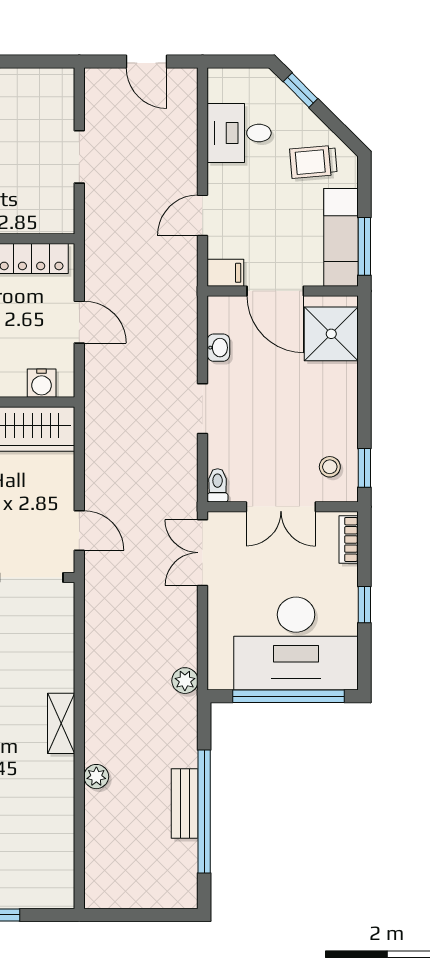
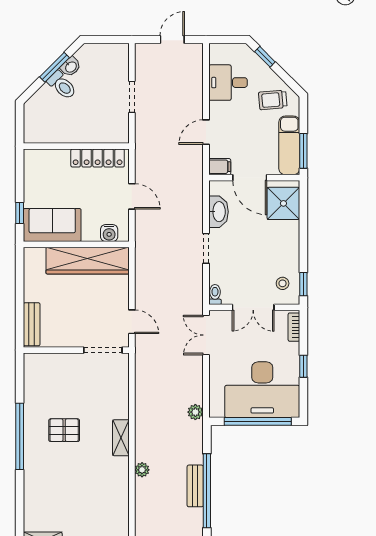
door: (146, 62) -> (172, 40), swing flipped
washbasin: (218, 348) -> (219, 212), width x1.91, depth x1.45

